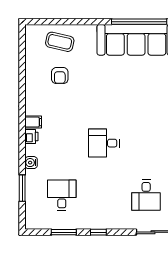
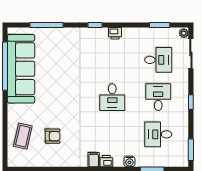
desk: (104, 195) -> (158, 97), added
window: (64, 232) -> (191, 150), moved

